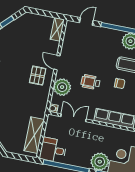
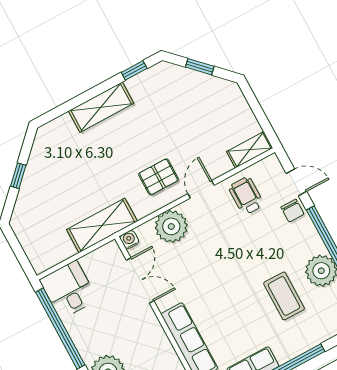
wheelchair: (90, 82) -> (246, 196), moved
chair: (120, 84) -> (292, 211), moved
shelving: (34, 135) -> (102, 225), moved

